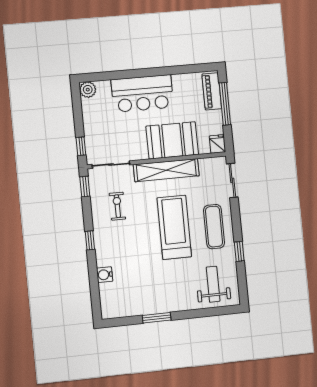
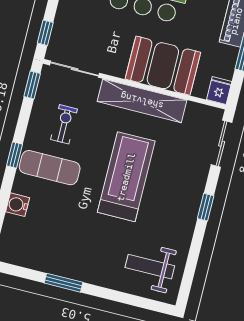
exercise mat: (214, 227) -> (50, 168), moved, turned 90
window: (239, 251) -> (206, 207), moved
weight bench: (213, 284) -> (150, 267), turned -90

